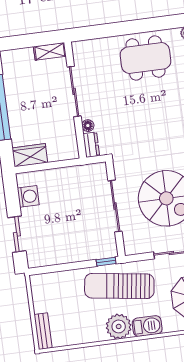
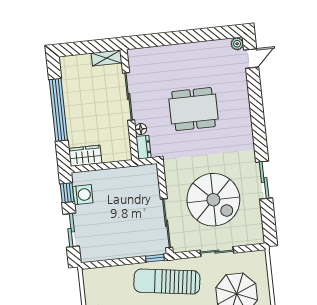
dining table: (145, 58) -> (194, 109), moved
window: (12, 195) -> (67, 193), added
sliding door: (115, 206) -> (167, 223), moved

